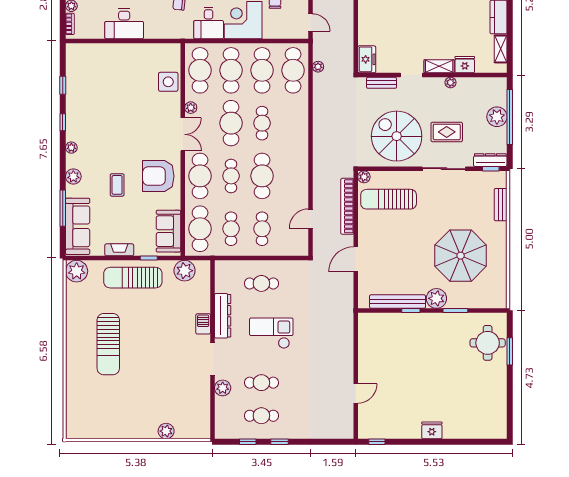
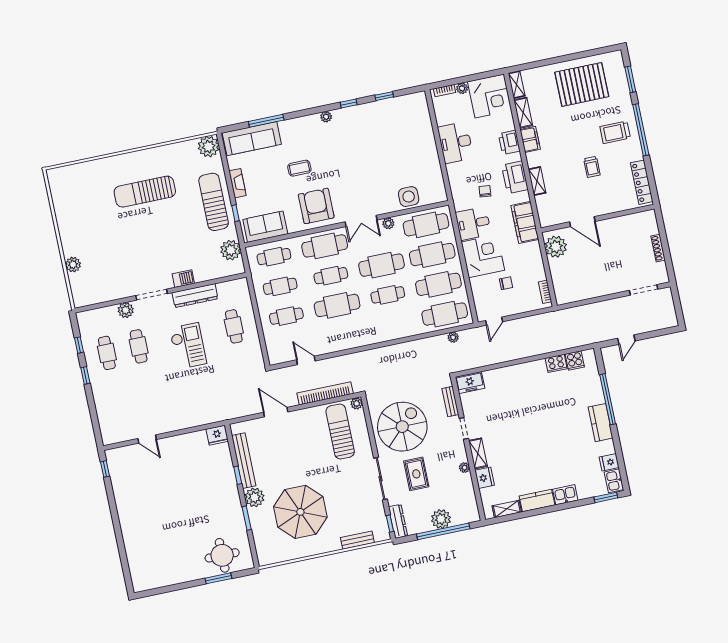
plant: (73, 176) -> (299, 124), removed
cafe table: (200, 229) -> (274, 257), width x0.73, depth x0.74
fridge: (432, 430) -> (217, 435), moved, turned 90

